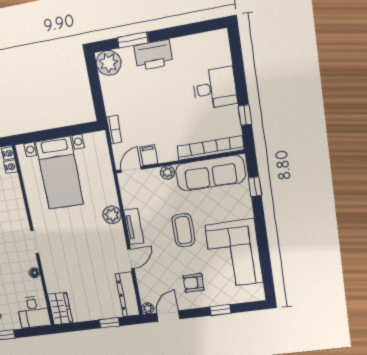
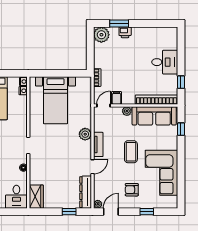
printer: (153, 55) -> (125, 32), width x0.53, depth x0.68

